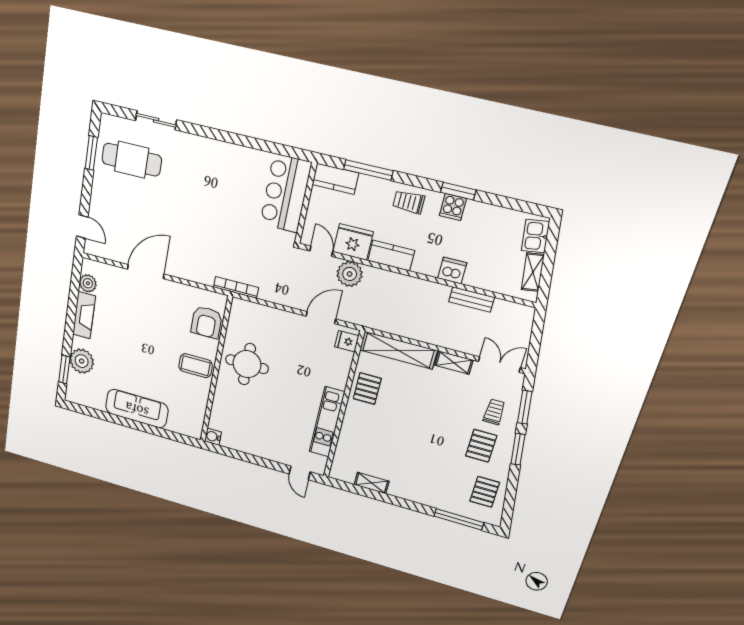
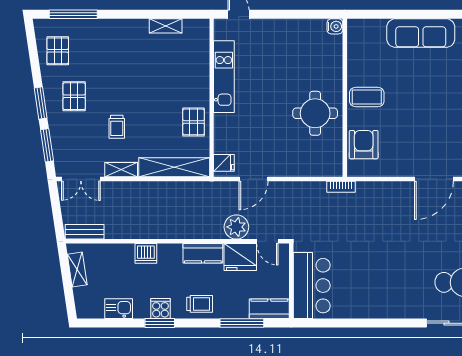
kitchen sink: (535, 236) -> (119, 309), moved, turned -82
bookcase: (236, 287) -> (341, 187), width x0.64
bench: (471, 300) -> (85, 232), moved
trolley: (494, 412) -> (117, 127), moved

